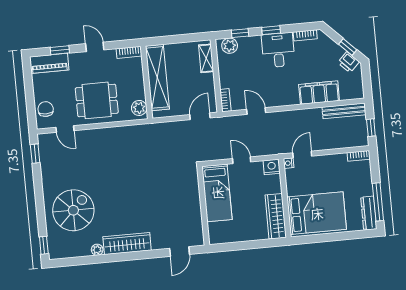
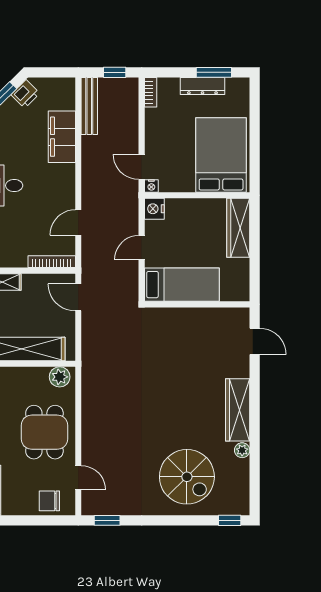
bookcase: (225, 100) -> (52, 262), width x1.56
door: (65, 129) -> (78, 478), hinge flipped
window: (378, 202) -> (214, 72), width x0.69
spiral stairs: (73, 210) -> (187, 477), turned 180
dresser: (369, 213) -> (202, 86), moved
wardrobe: (276, 216) -> (238, 228), moved, turned 90

